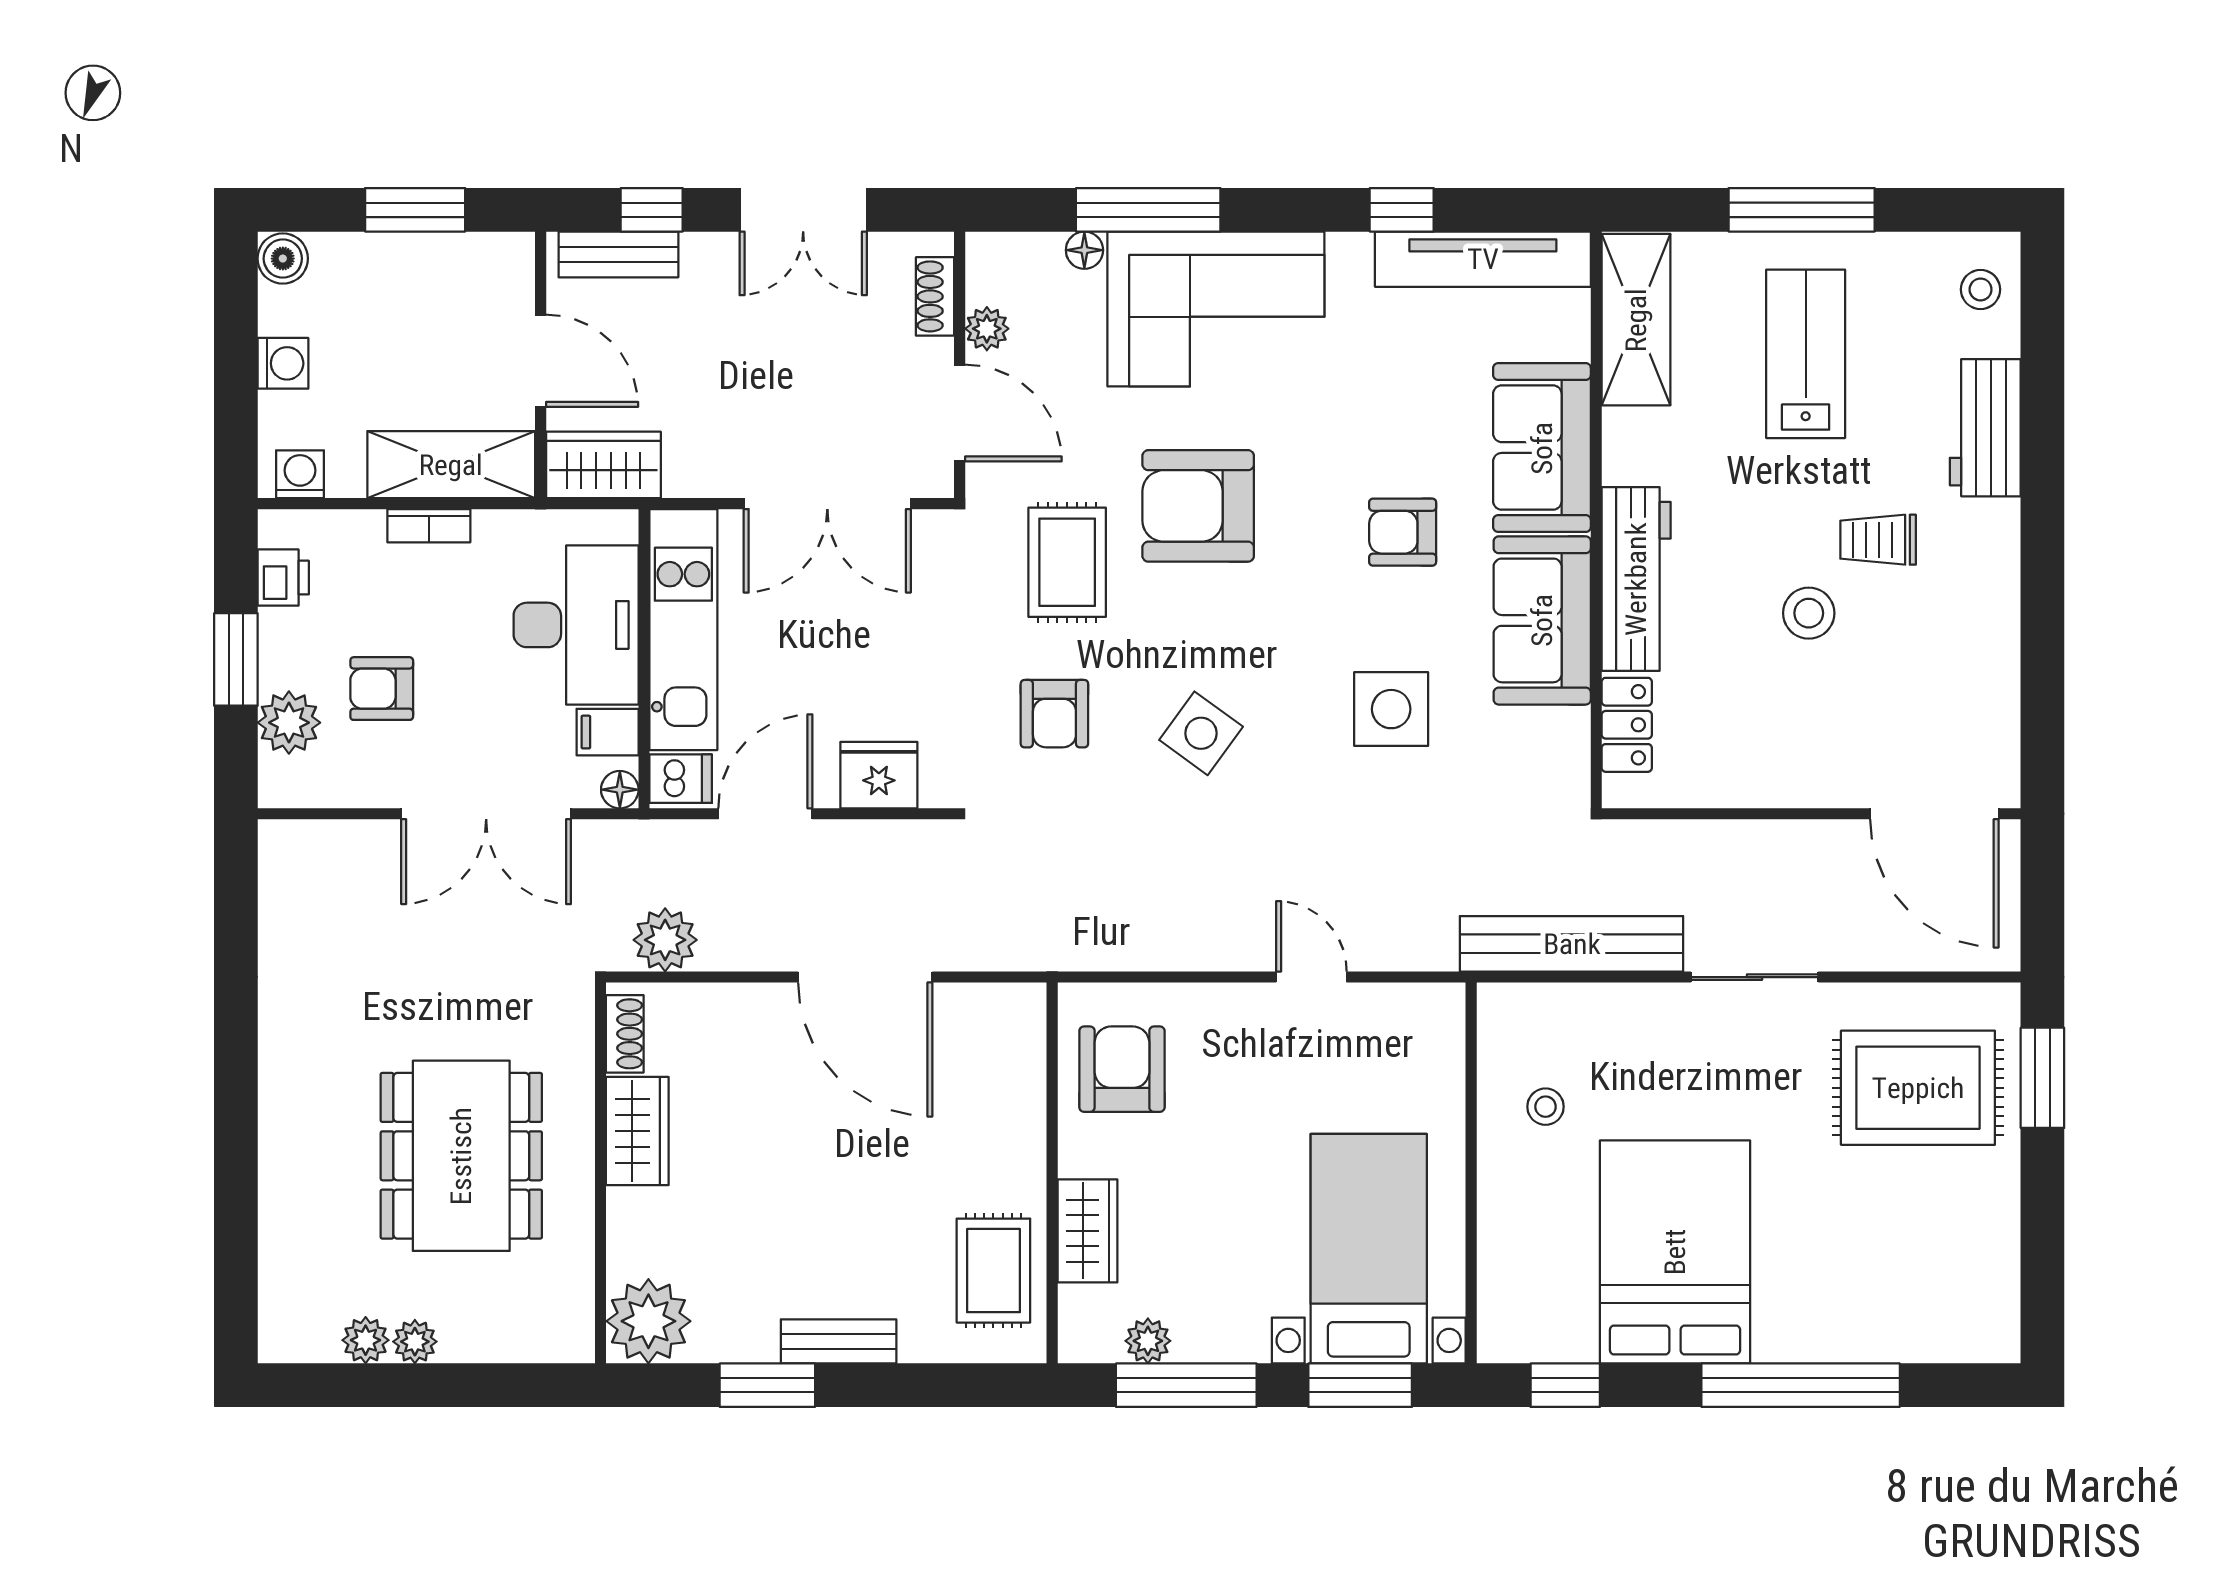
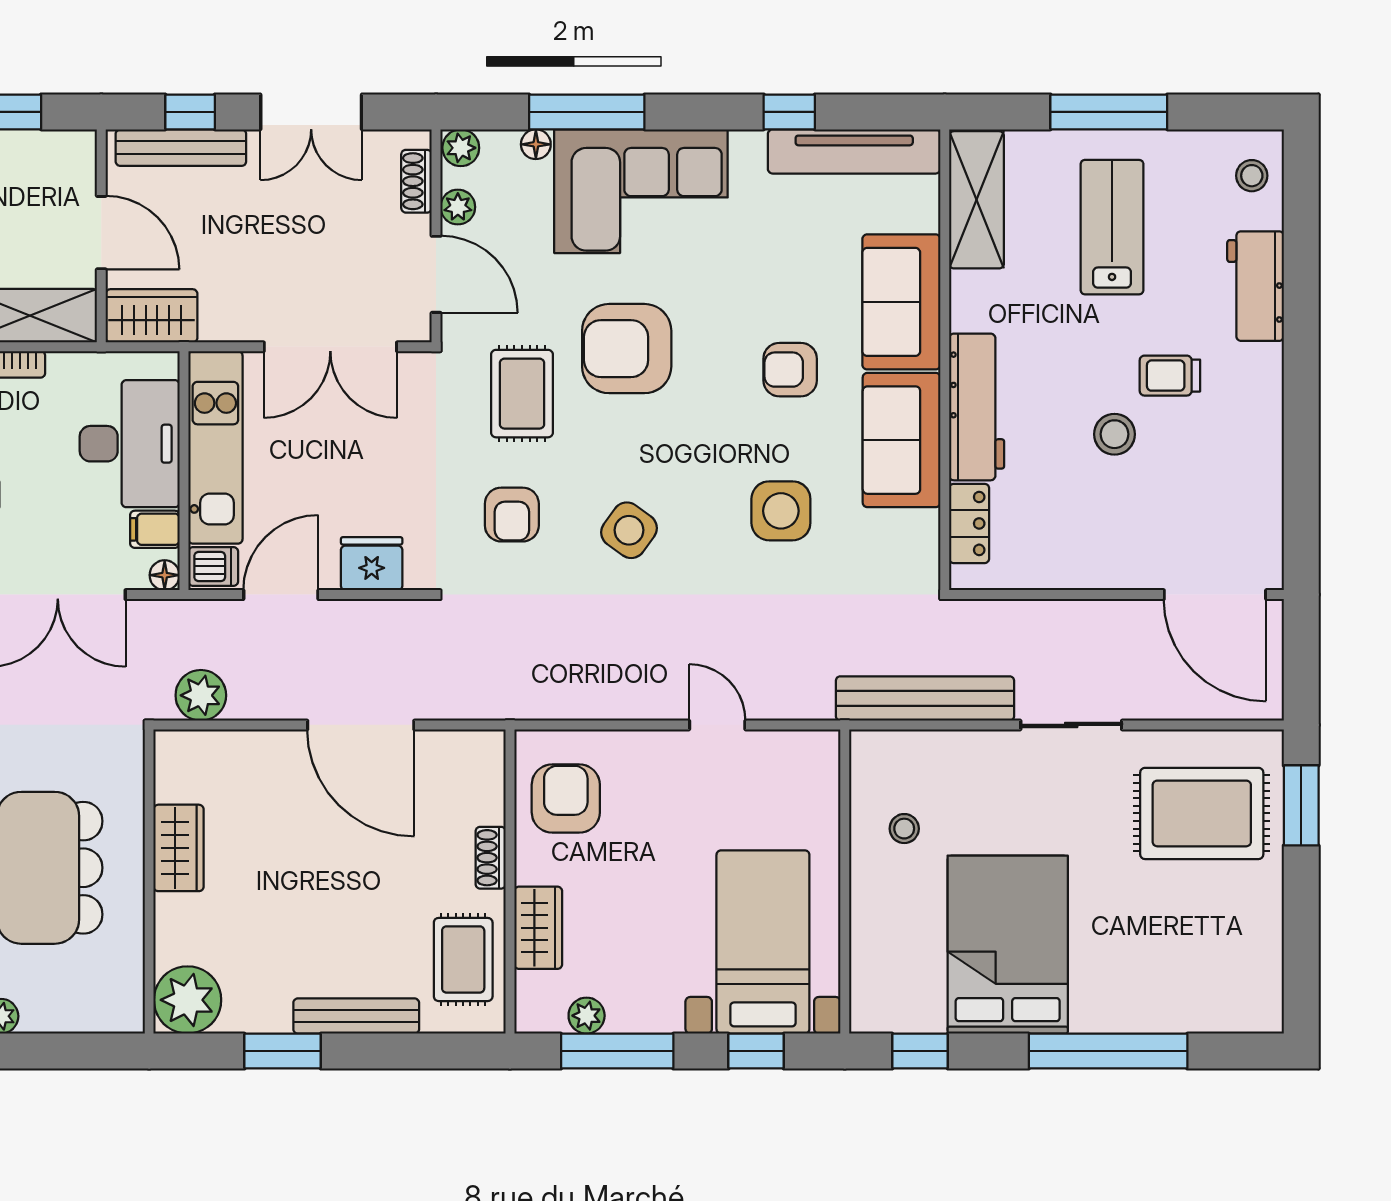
bench: (618, 254) -> (181, 148), width x1.36
plant: (991, 255) -> (461, 148), added
shoe rack: (625, 1034) -> (491, 858), moved, turned 180
bench: (839, 1341) -> (356, 1016), width x1.36
window: (1360, 1385) -> (756, 1051), width x0.67

